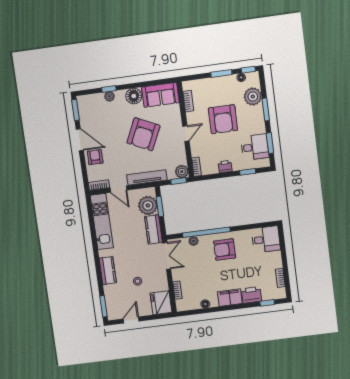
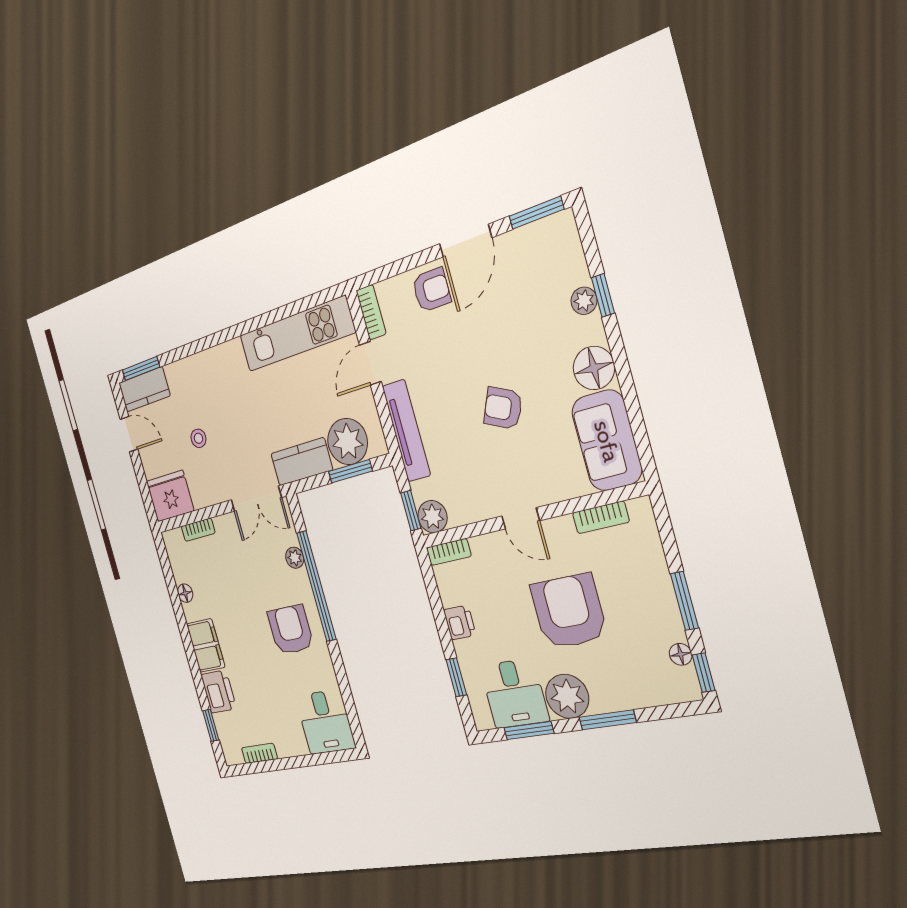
plant: (253, 97) -> (567, 696), moved
armchair: (223, 119) -> (569, 611), turned 90
armchair: (143, 134) -> (503, 408), width x0.53, depth x0.53
kitchen counter: (108, 271) -> (144, 389), moved

